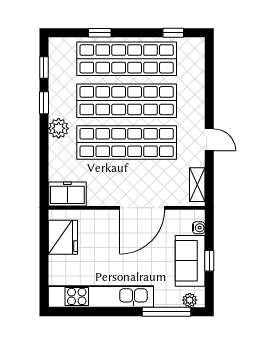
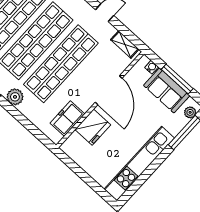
freezer: (67, 194) -> (67, 119), moved
fridge: (63, 237) -> (93, 127), moved, turned 90
window: (209, 261) -> (177, 79), width x2.17

